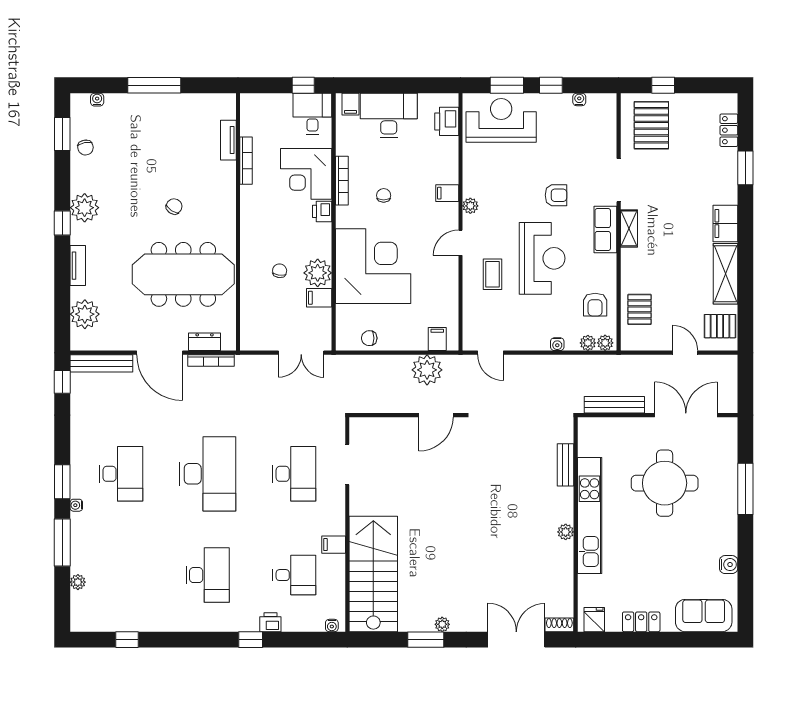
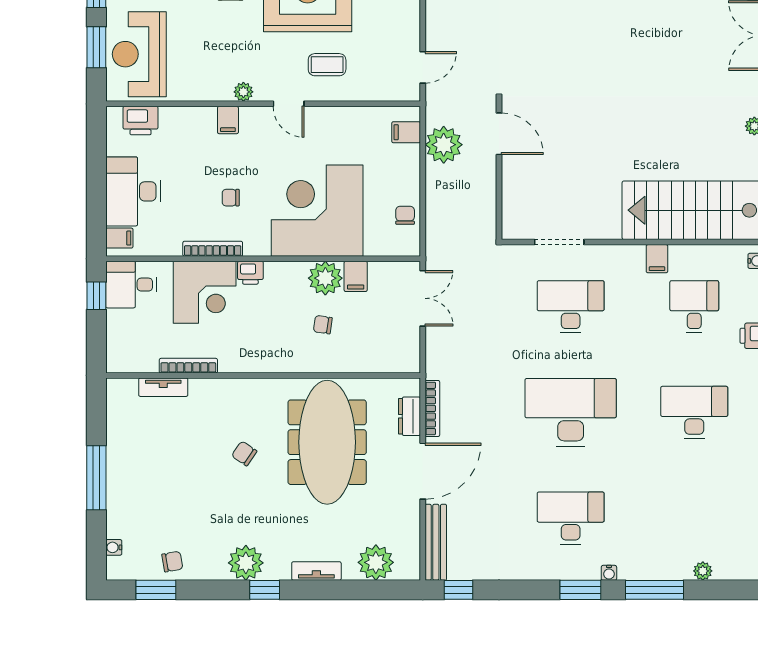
chair: (369, 338) -> (405, 215), turned 180

